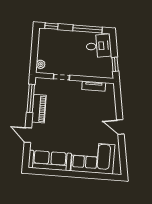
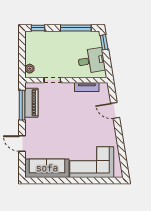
desk: (99, 46) -> (91, 61), moved
window: (115, 64) -> (104, 42), moved
piano: (39, 109) -> (31, 103), moved
door: (120, 127) -> (115, 110), moved

